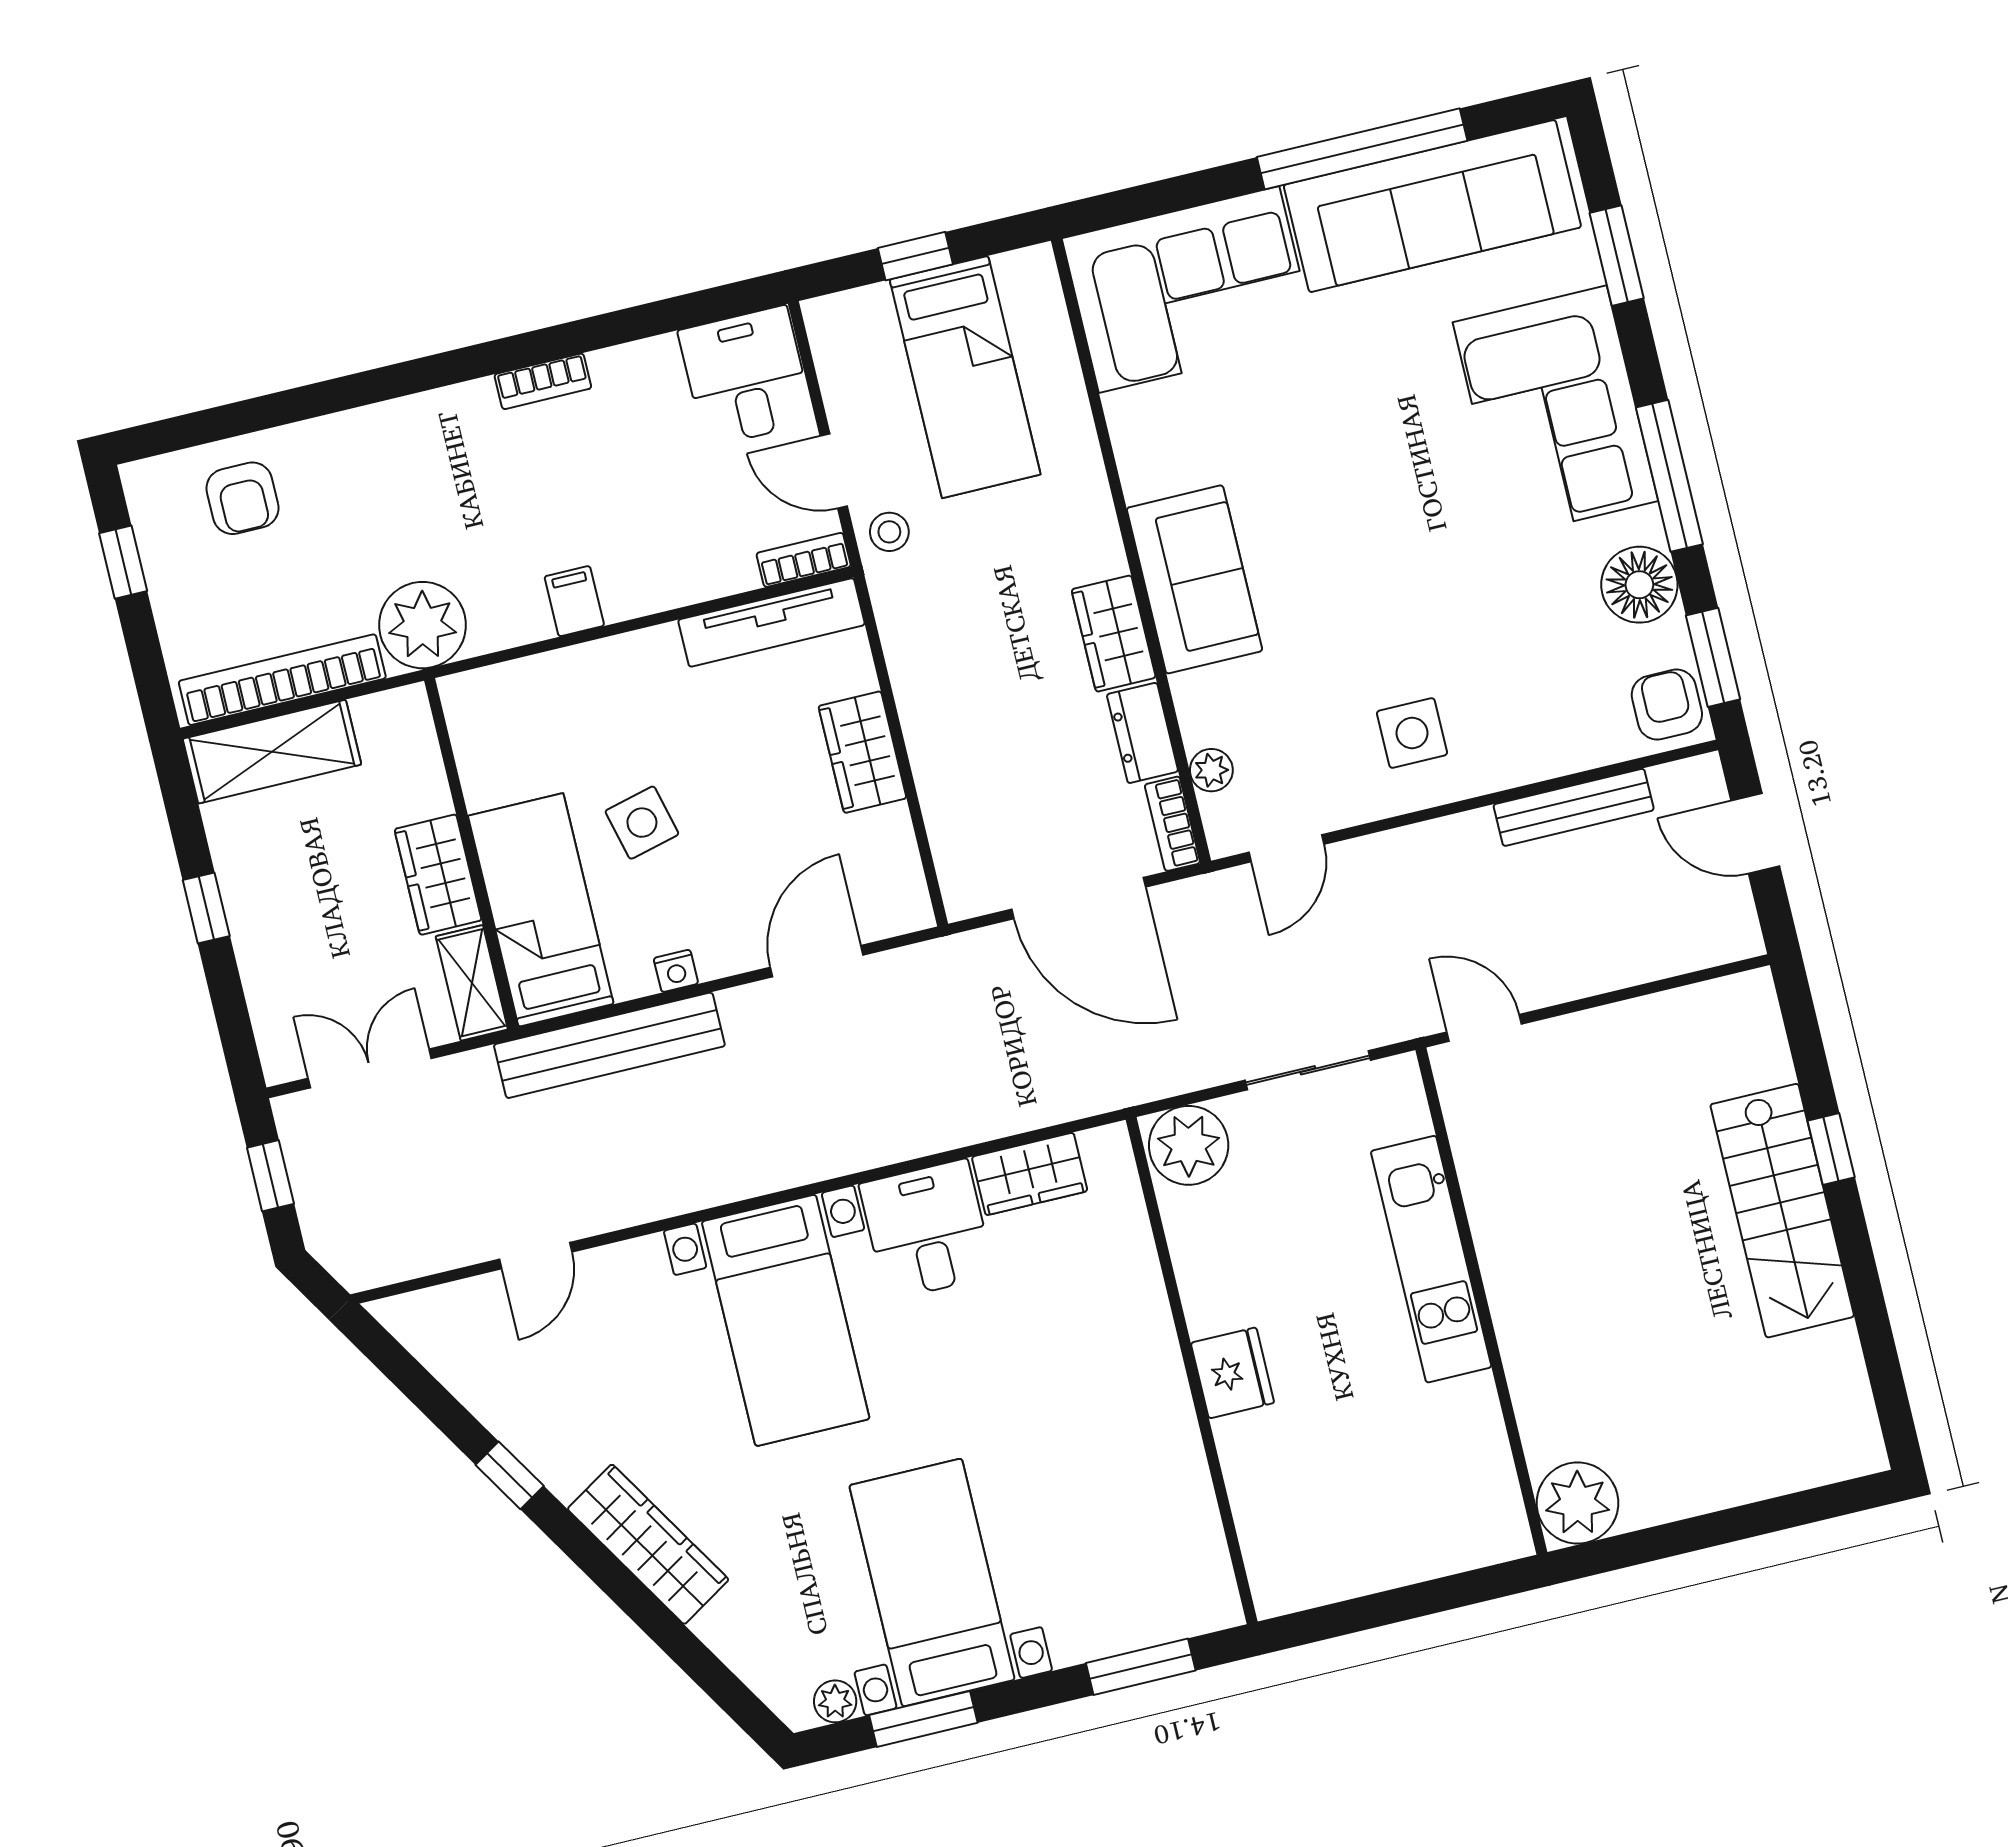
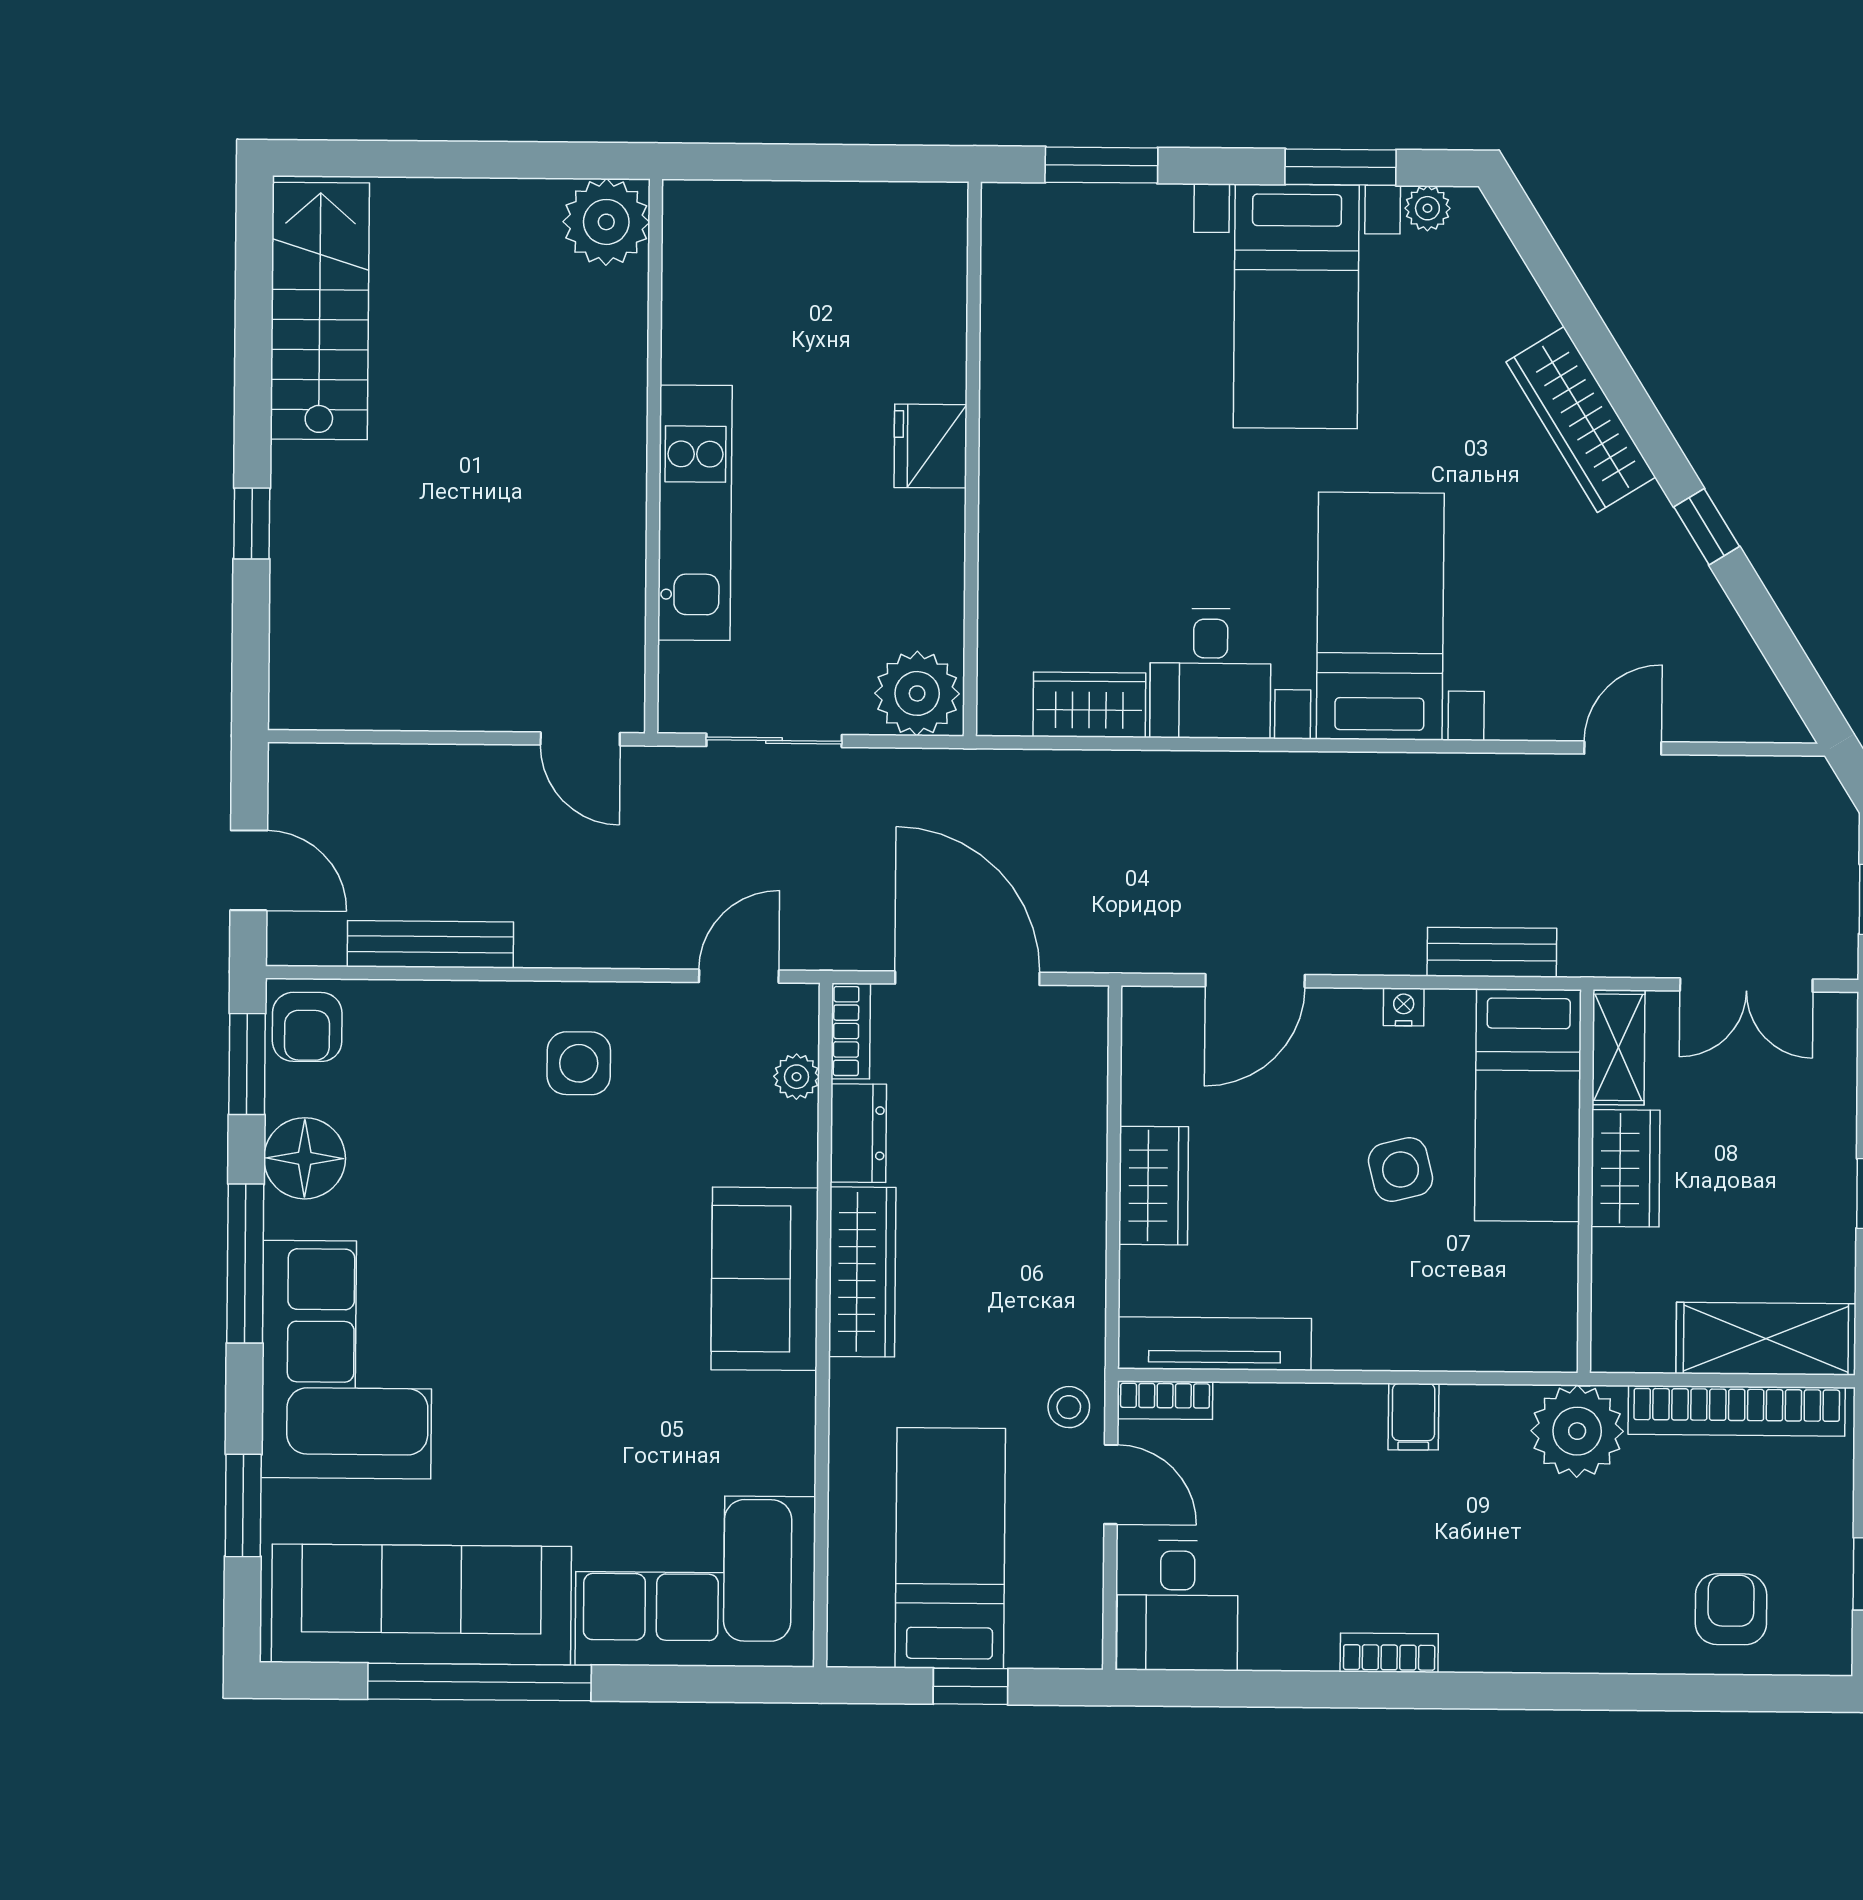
wardrobe: (1114, 634) -> (862, 1272), width x1.50
bench: (609, 1045) -> (1492, 952), width x0.54, depth x0.82
stairs: (1782, 1211) -> (320, 311), moved

